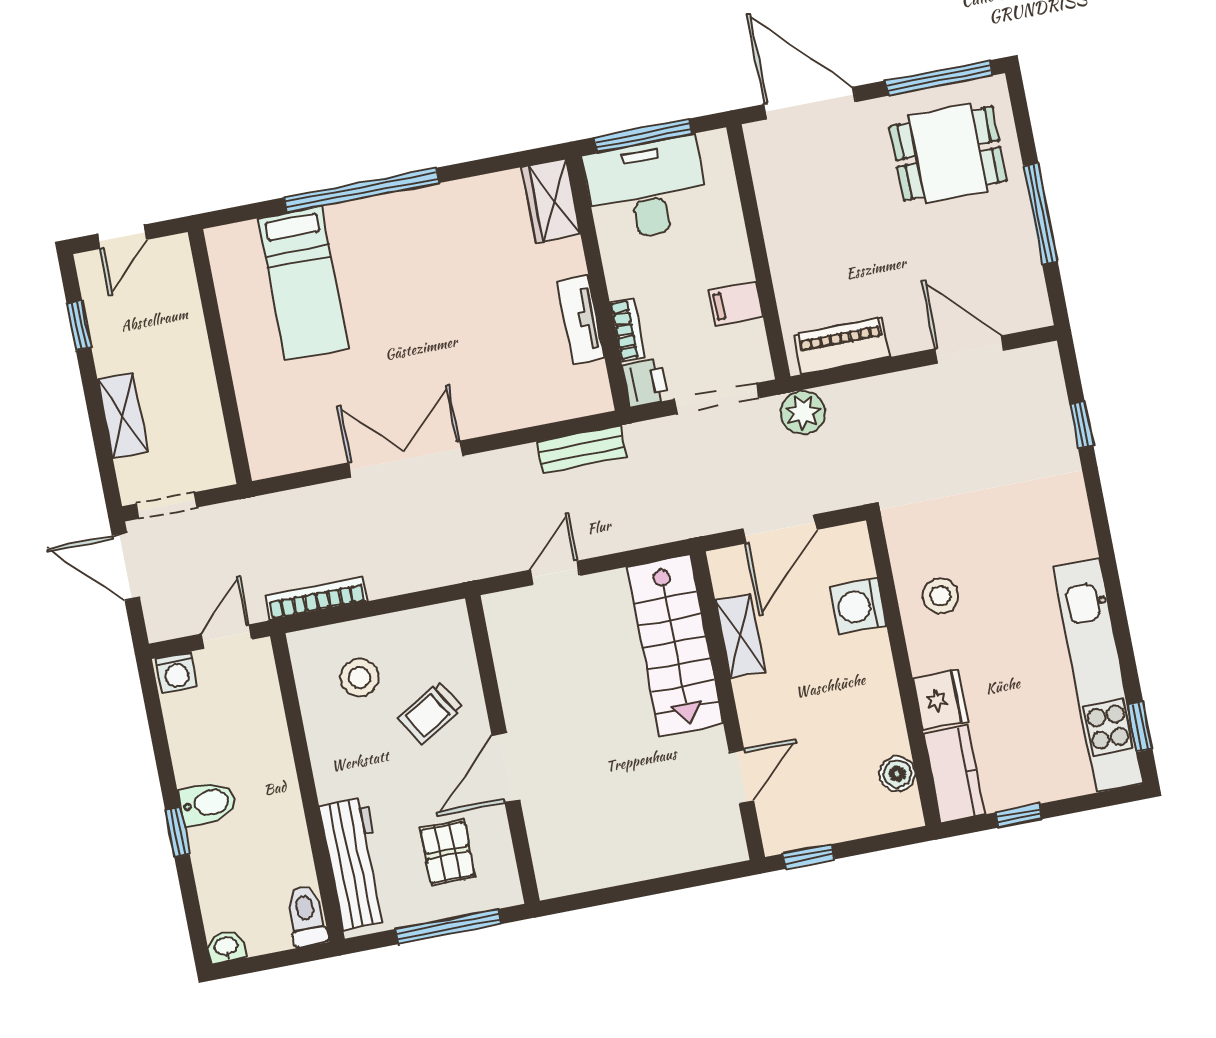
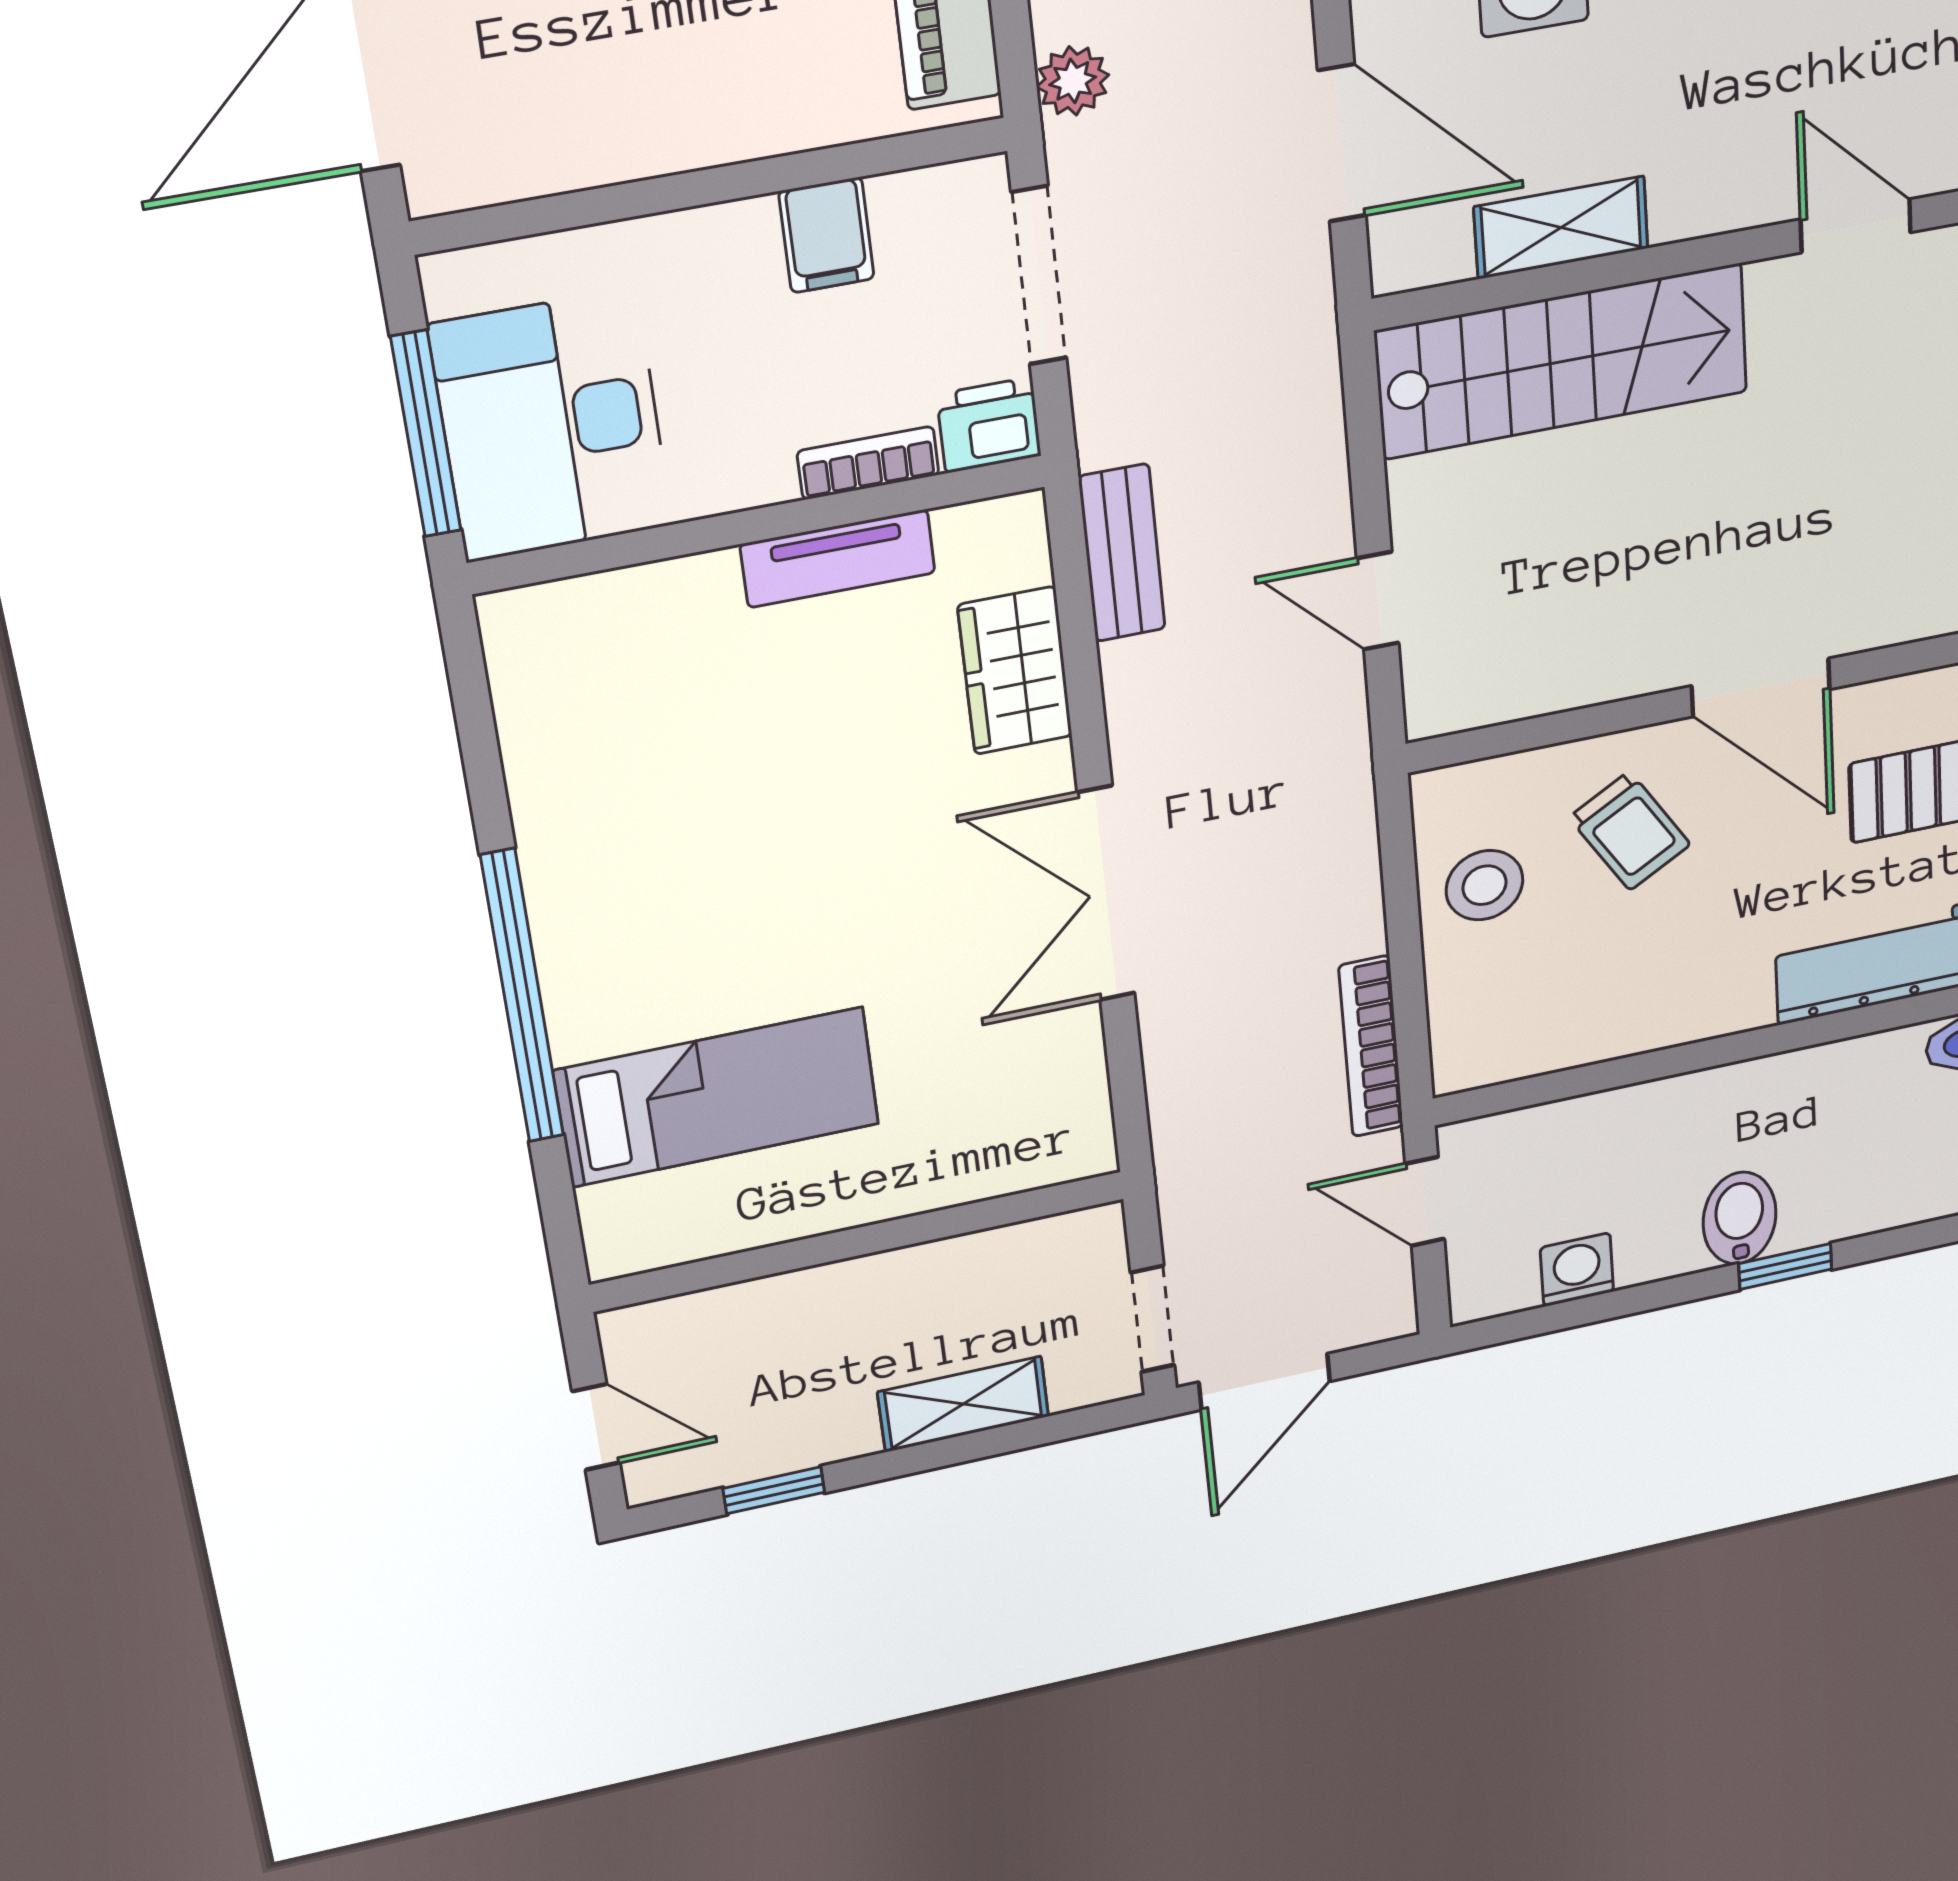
wardrobe: (551, 201) -> (1015, 671), moved, turned 90
plant: (803, 412) -> (1073, 81), width x0.73, depth x0.73
washing machine: (176, 673) -> (1577, 1270), moved, turned -90
stool: (360, 678) -> (1484, 885), moved

